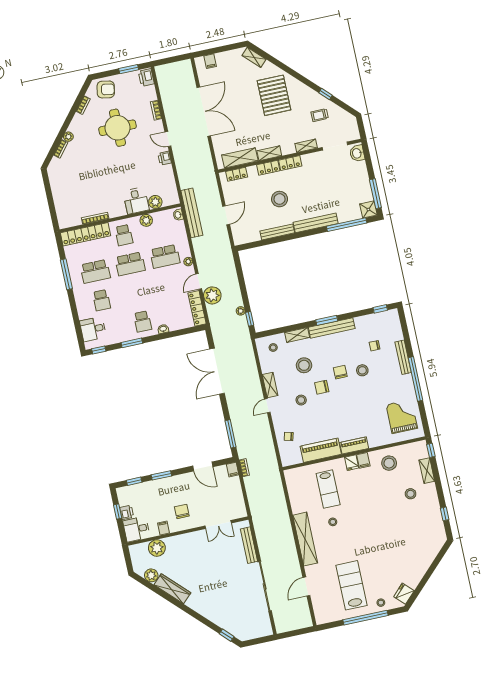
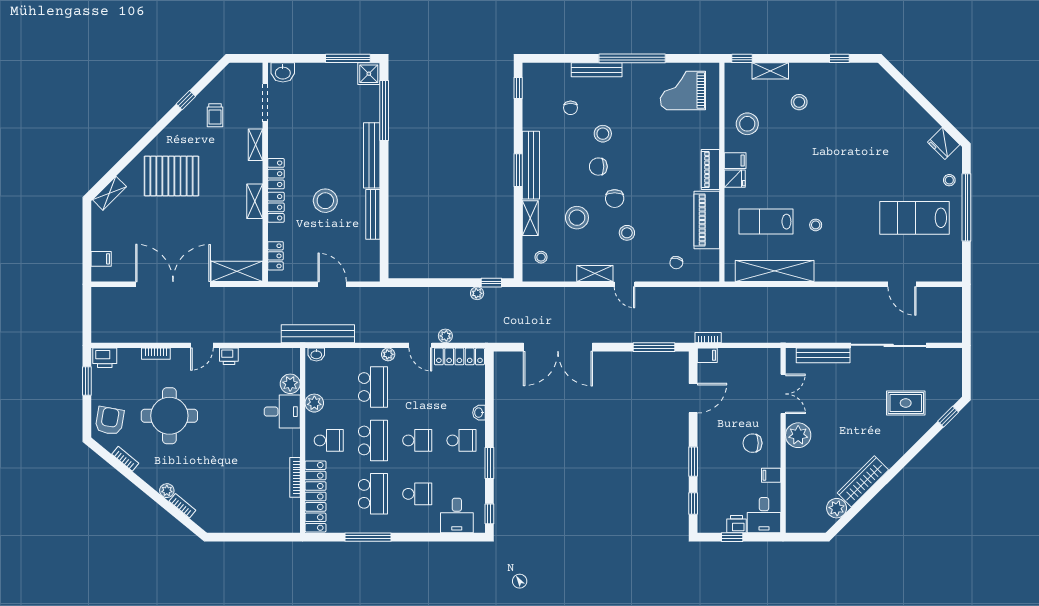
shelving: (240, 158) -> (237, 271), moved, turned 90
school desk: (136, 293) -> (417, 440), added
plant: (212, 295) -> (445, 336), width x0.53, depth x0.53
lab bench: (328, 489) -> (766, 222), turned 180
shelving: (305, 539) -> (775, 271), moved
plant: (157, 548) -> (798, 435), moved
rug: (230, 606) -> (906, 403), added

